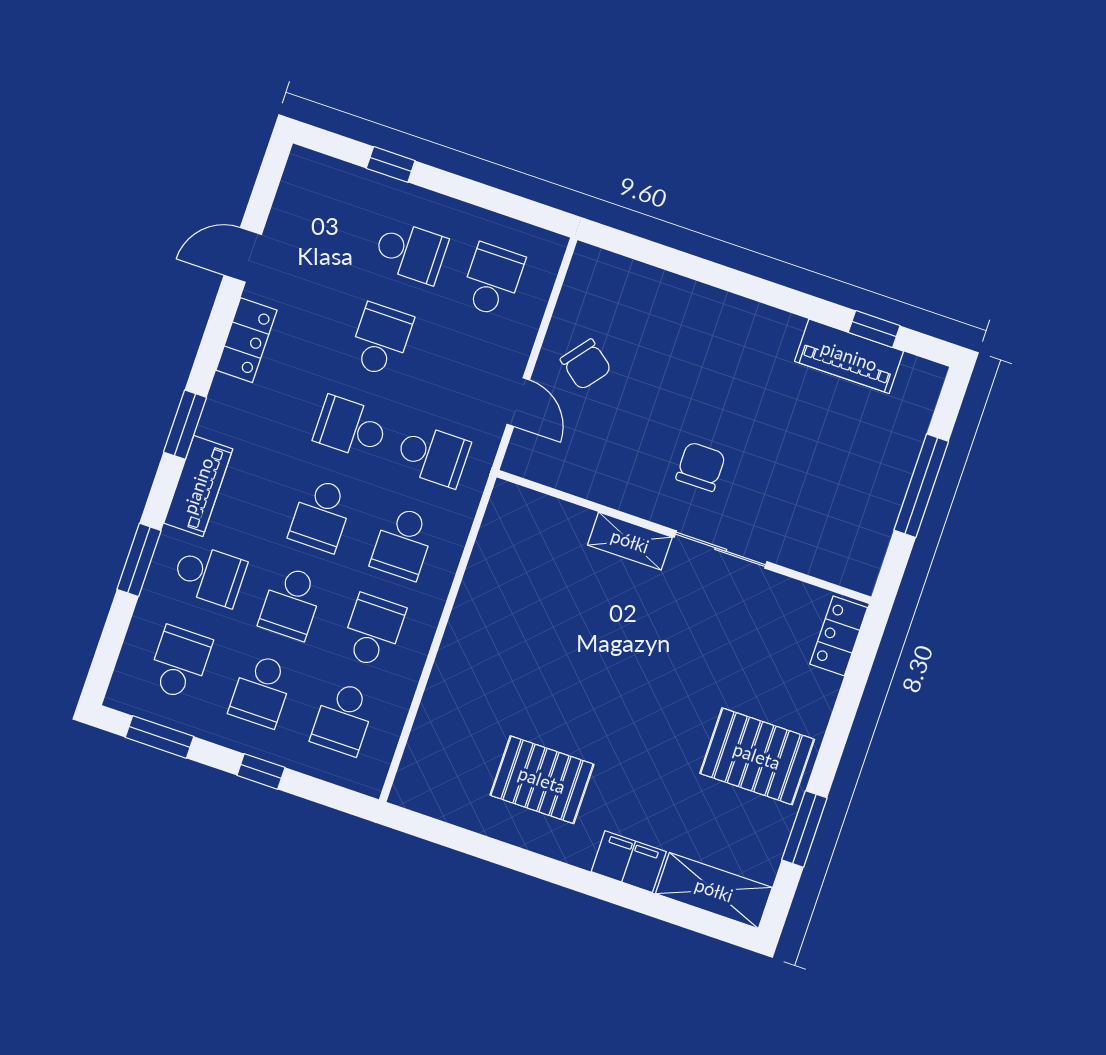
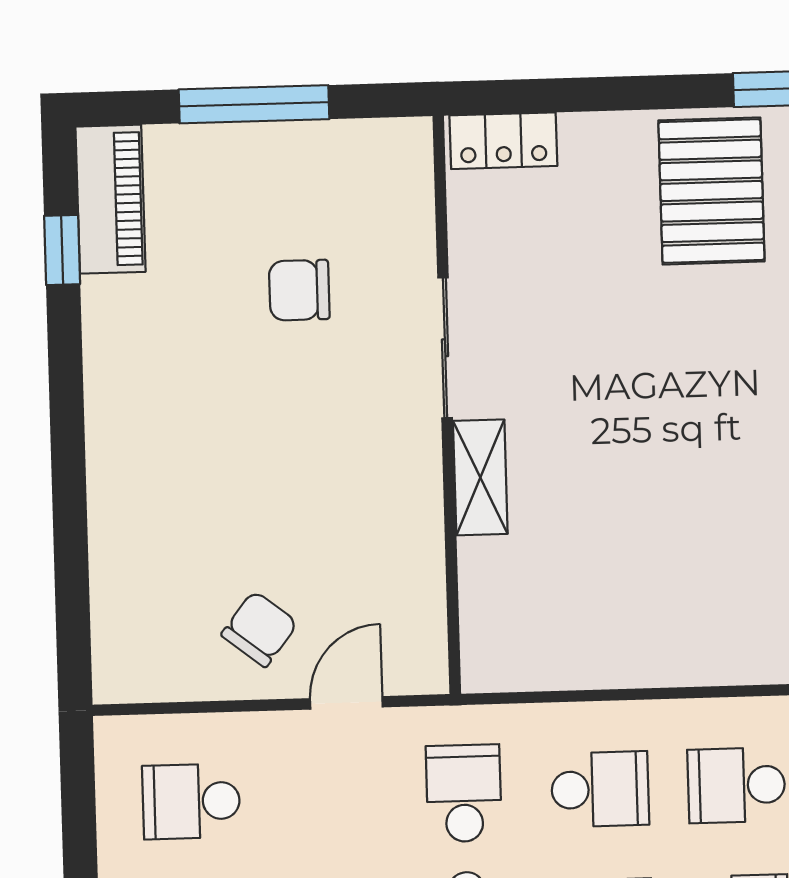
piano: (849, 356) -> (111, 199), moved
chair: (701, 467) -> (299, 290), moved

